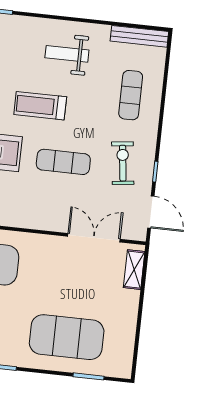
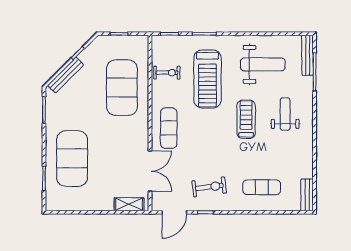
bench: (139, 36) -> (307, 195), width x0.73
weight bench: (67, 54) -> (285, 114), moved
exercise mat: (63, 162) -> (169, 128), moved

